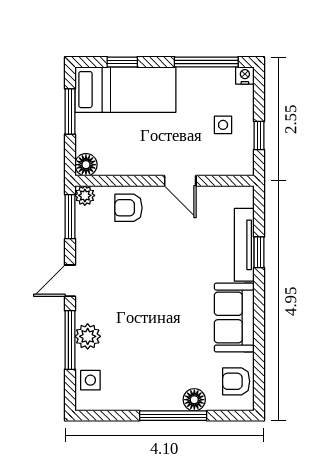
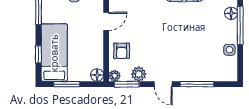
plant: (88, 336) -> (139, 74), moved
side table: (90, 380) -> (230, 50), moved

